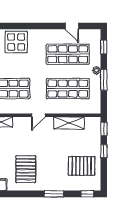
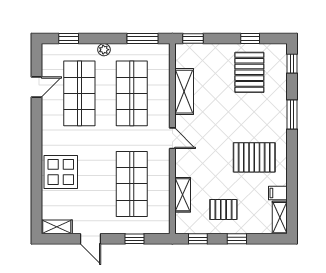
window: (104, 80) -> (142, 39), moved
window: (104, 151) -> (250, 39), moved

